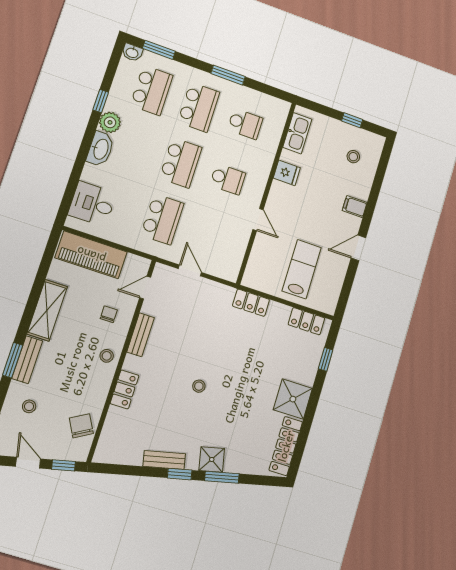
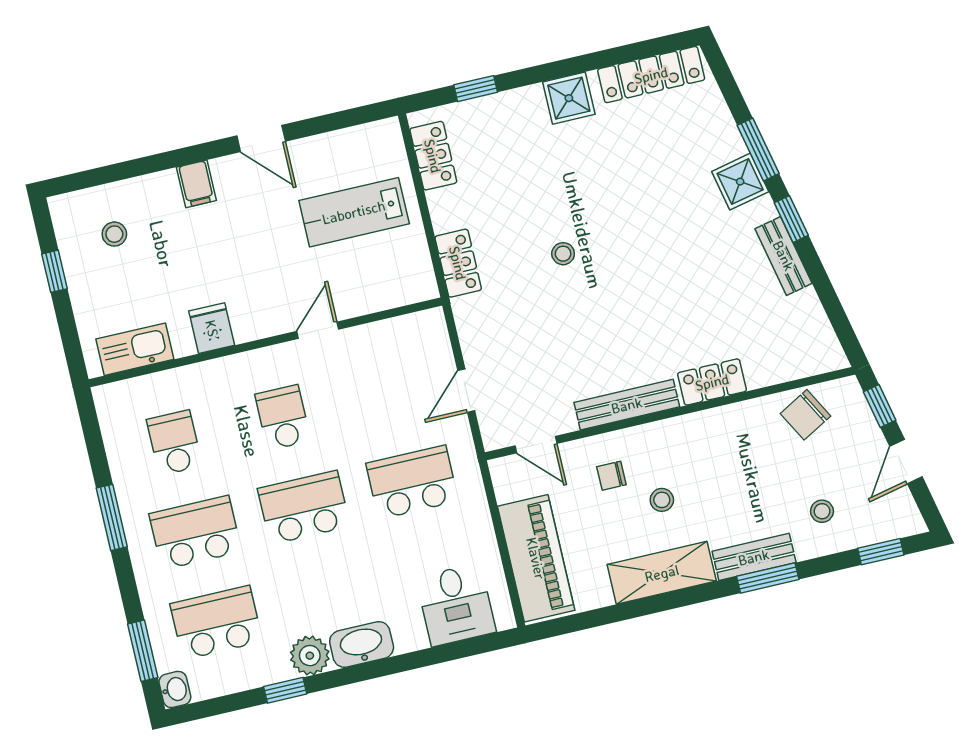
bench: (141, 335) -> (627, 405), width x1.36
stool: (107, 356) -> (662, 500), moved
stool: (199, 386) -> (563, 254), moved
shower: (293, 399) -> (569, 98), width x0.73, depth x0.73

